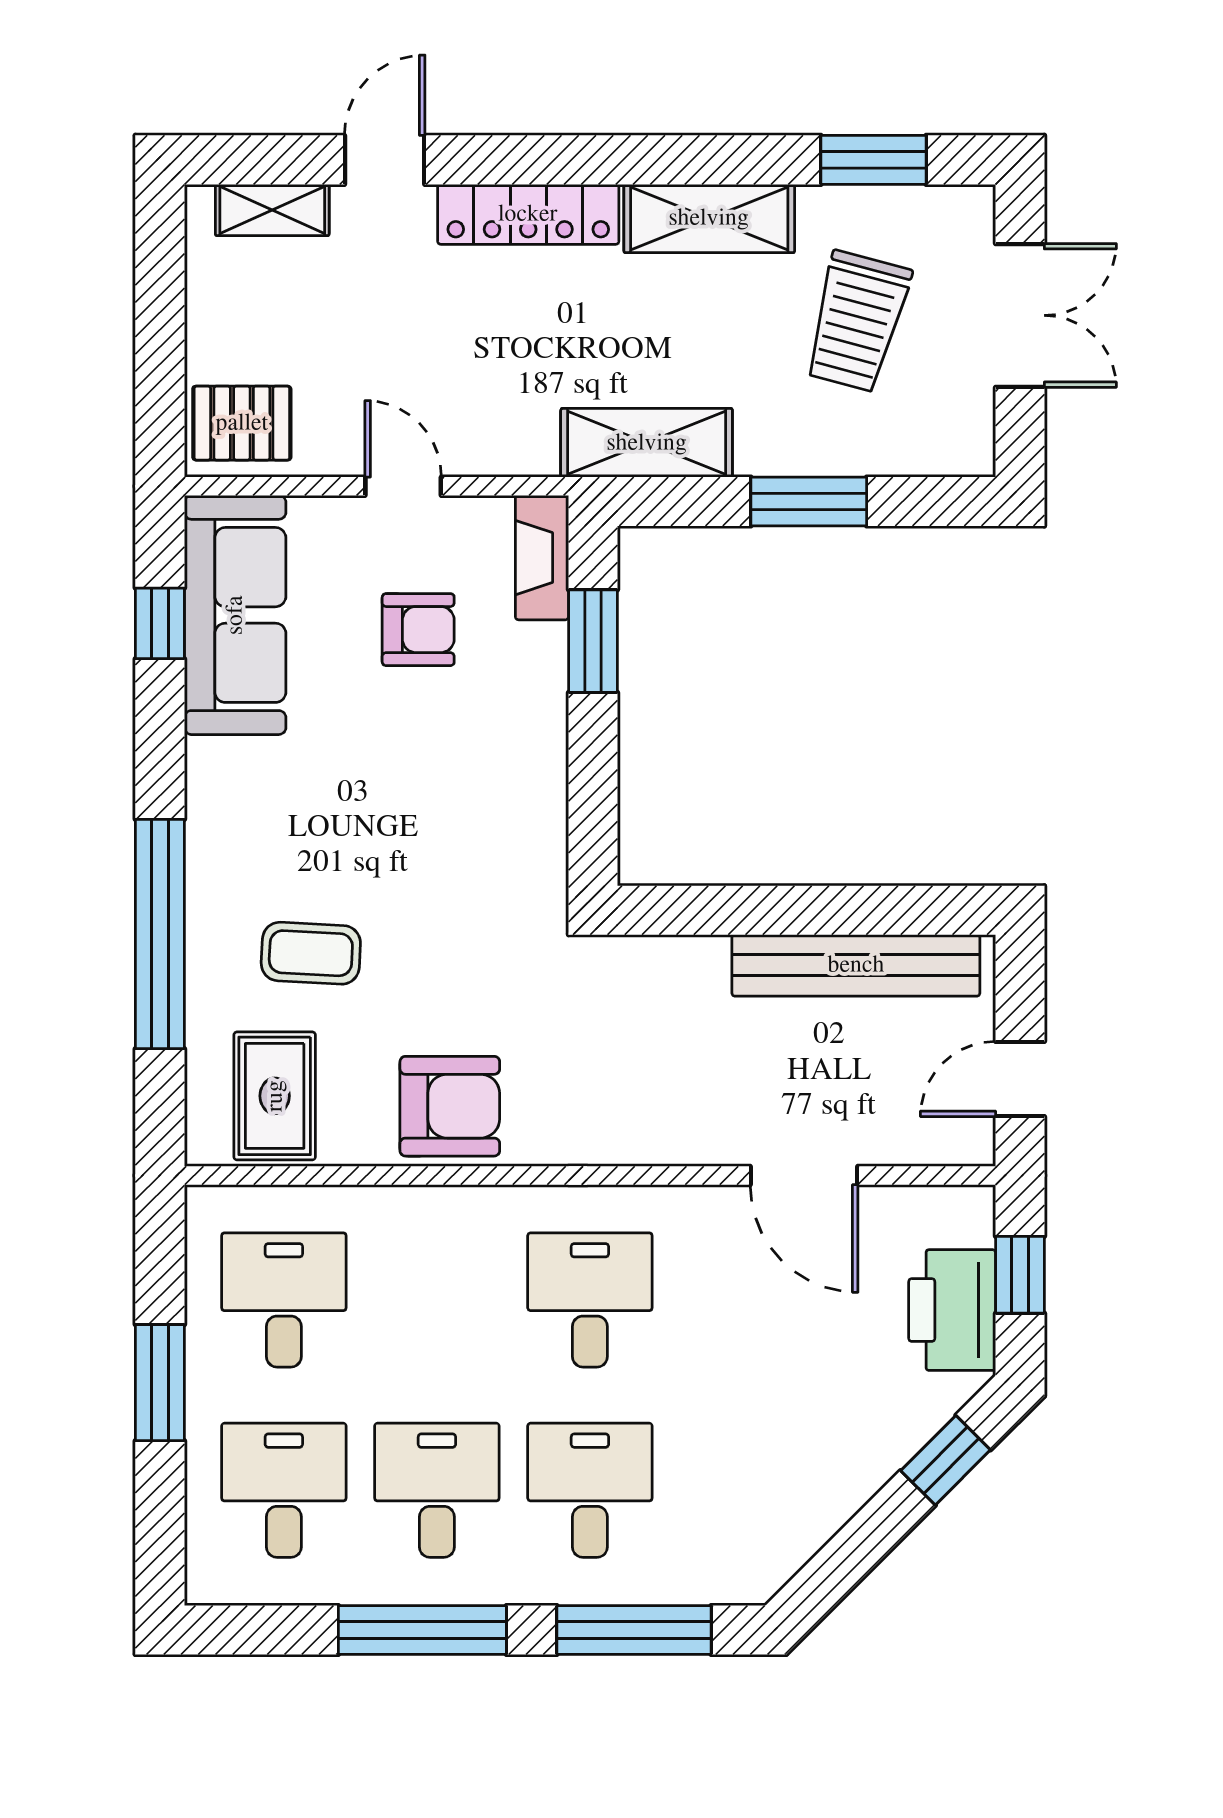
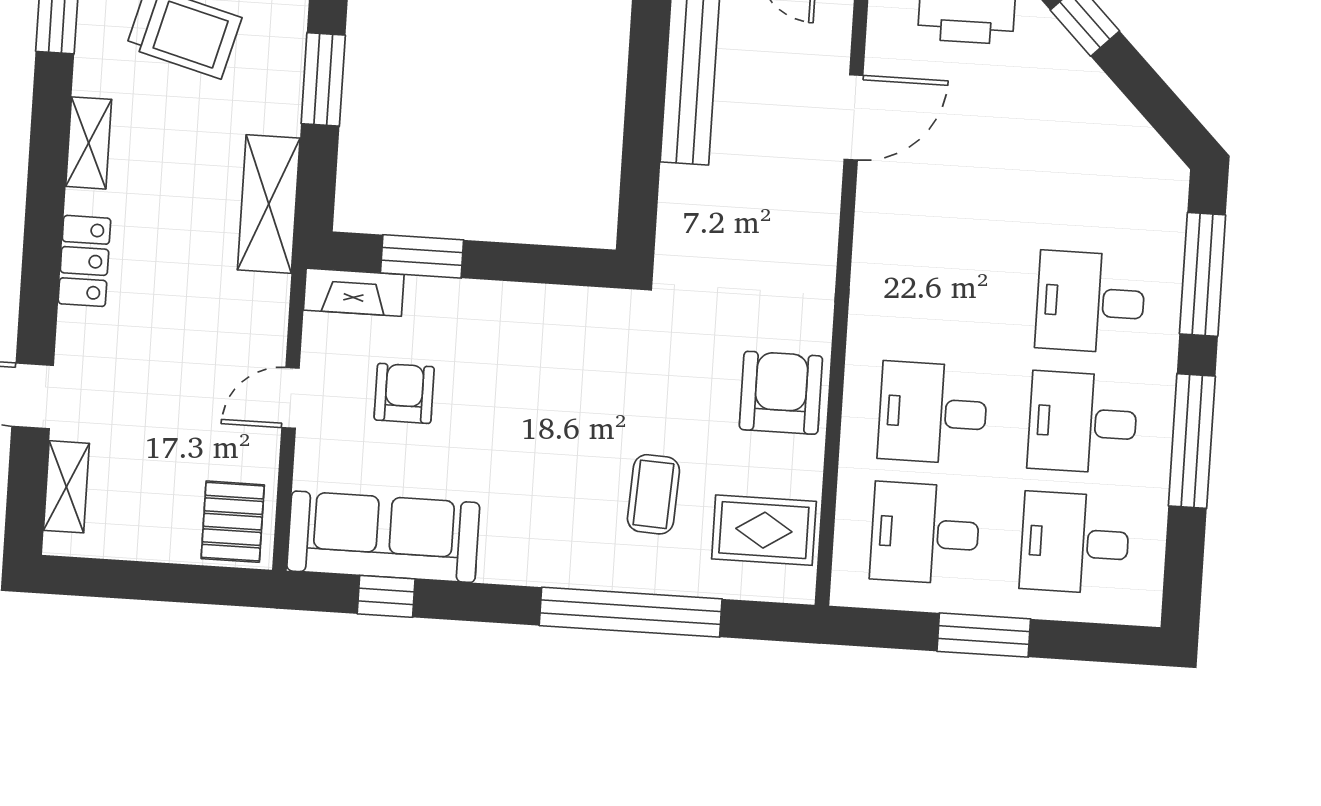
locker: (528, 214) -> (84, 261), width x0.66
shelving: (709, 218) -> (89, 143), width x0.67, depth x0.75
desk: (590, 1300) -> (933, 413), moved

